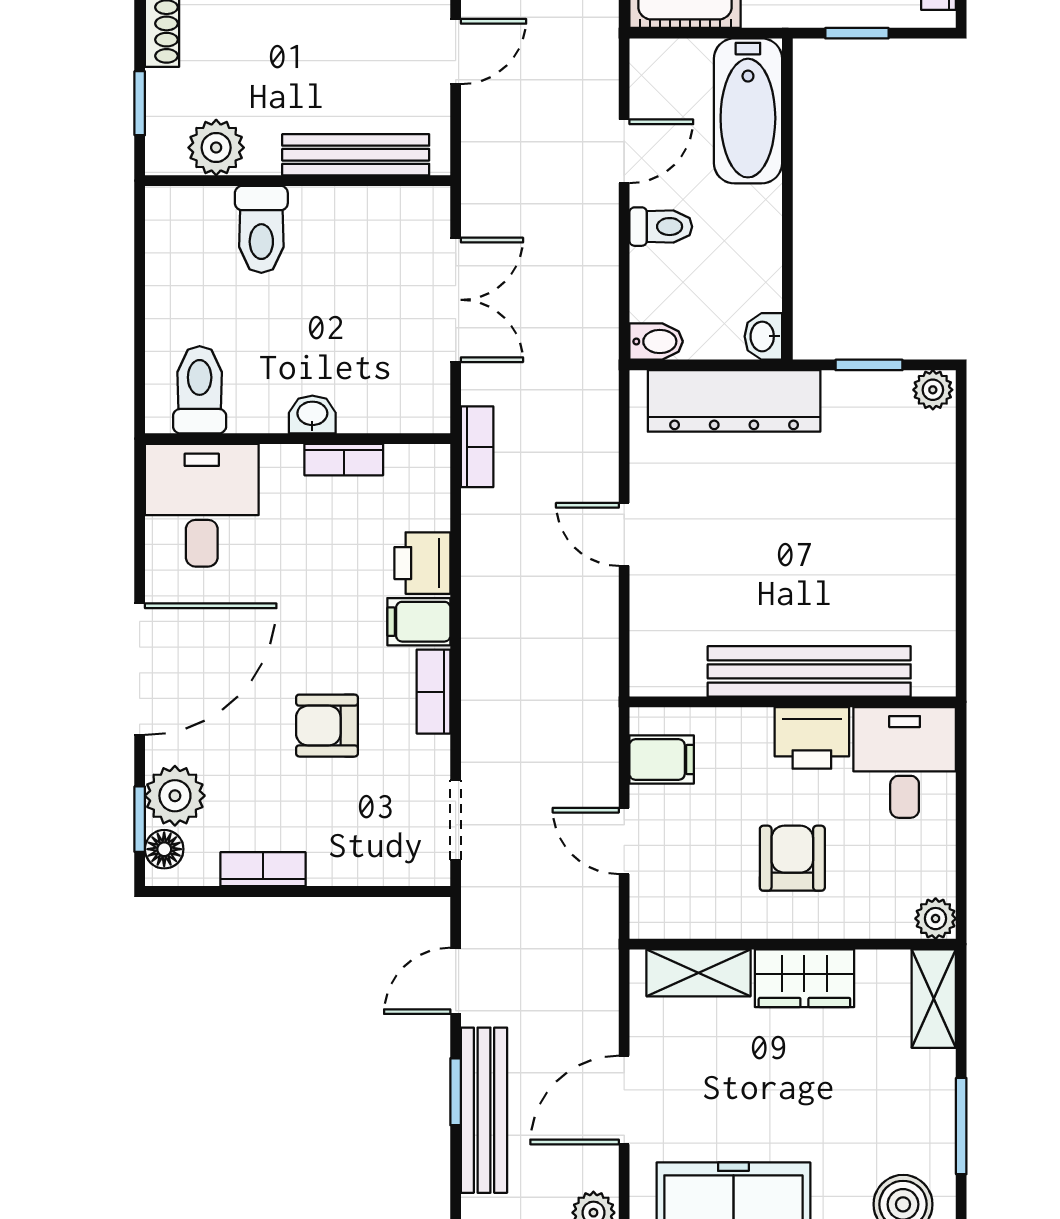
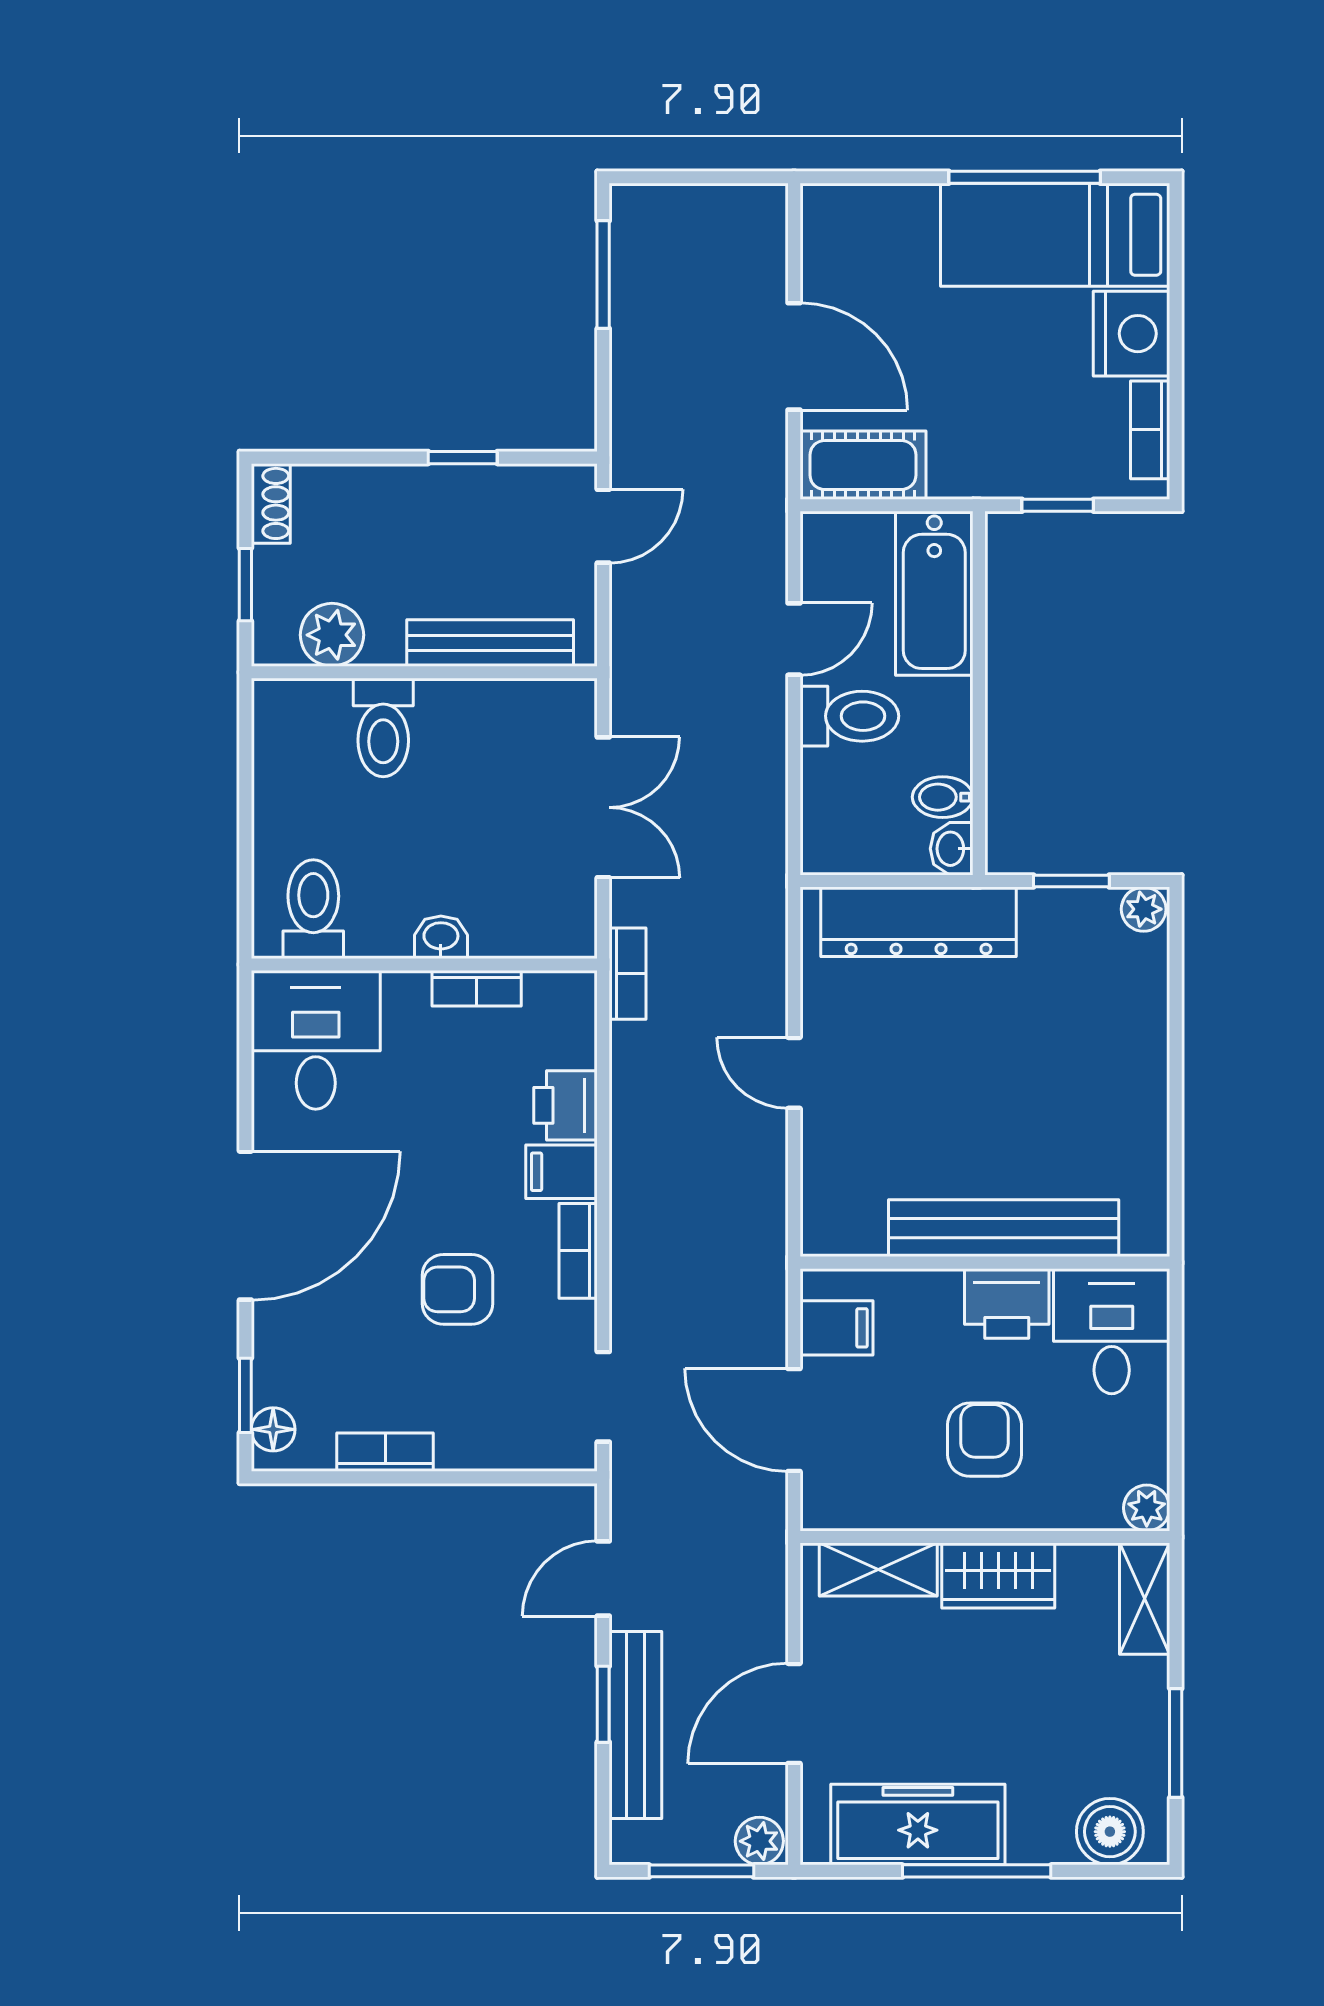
toilet: (661, 227) -> (849, 716), width x1.37, depth x1.39
bidet: (656, 341) -> (943, 797), moved, turned 180
plant: (175, 796) -> (285, 1369), removed
door: (624, 841) -> (794, 1420), width x1.38

